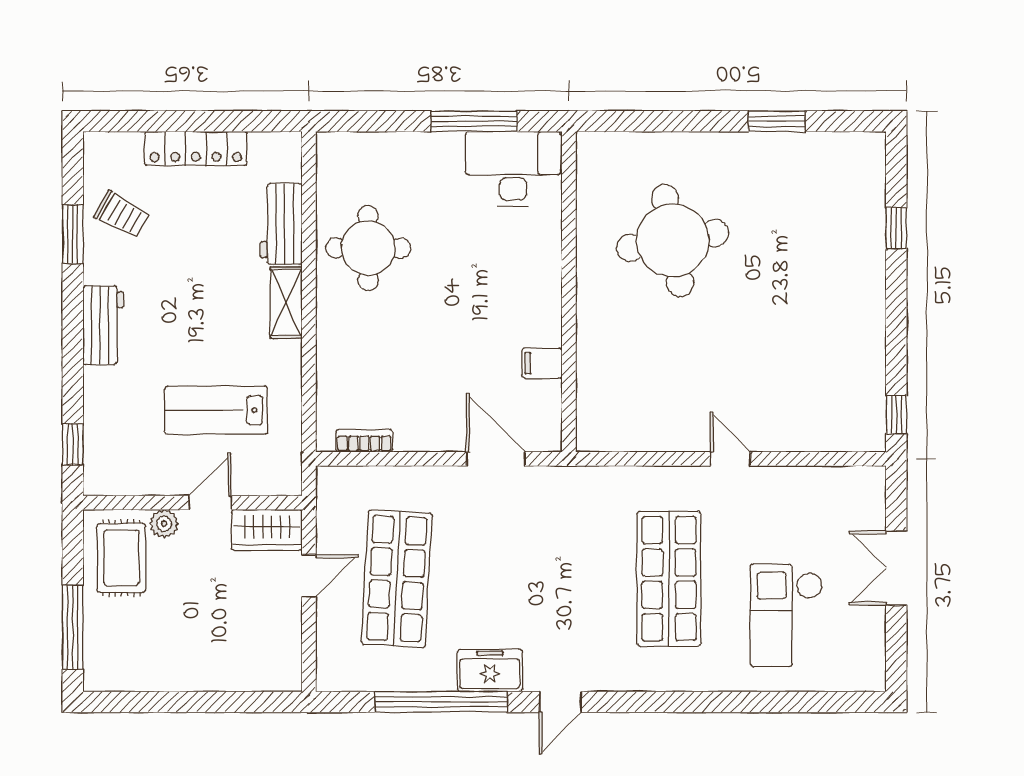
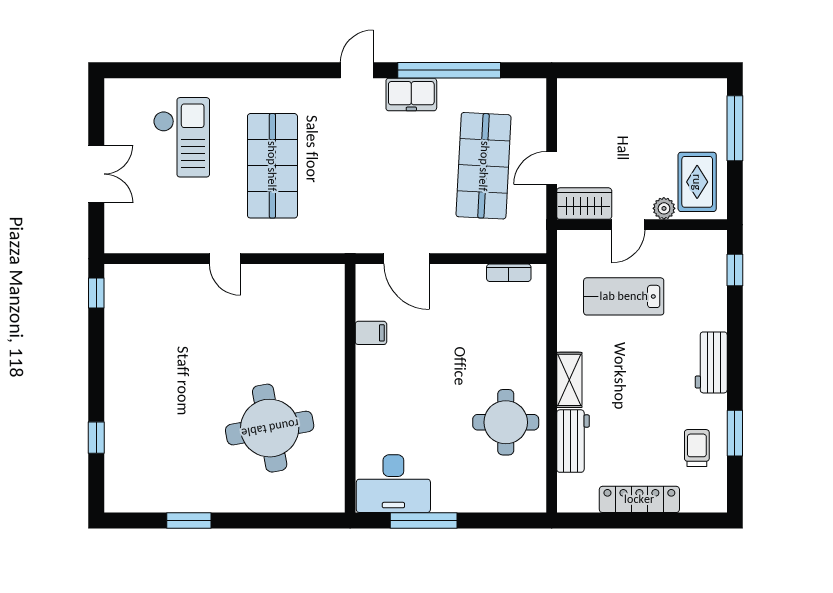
trolley: (122, 215) -> (697, 448), turned 61
lab bench: (216, 410) -> (624, 296), turned 180

